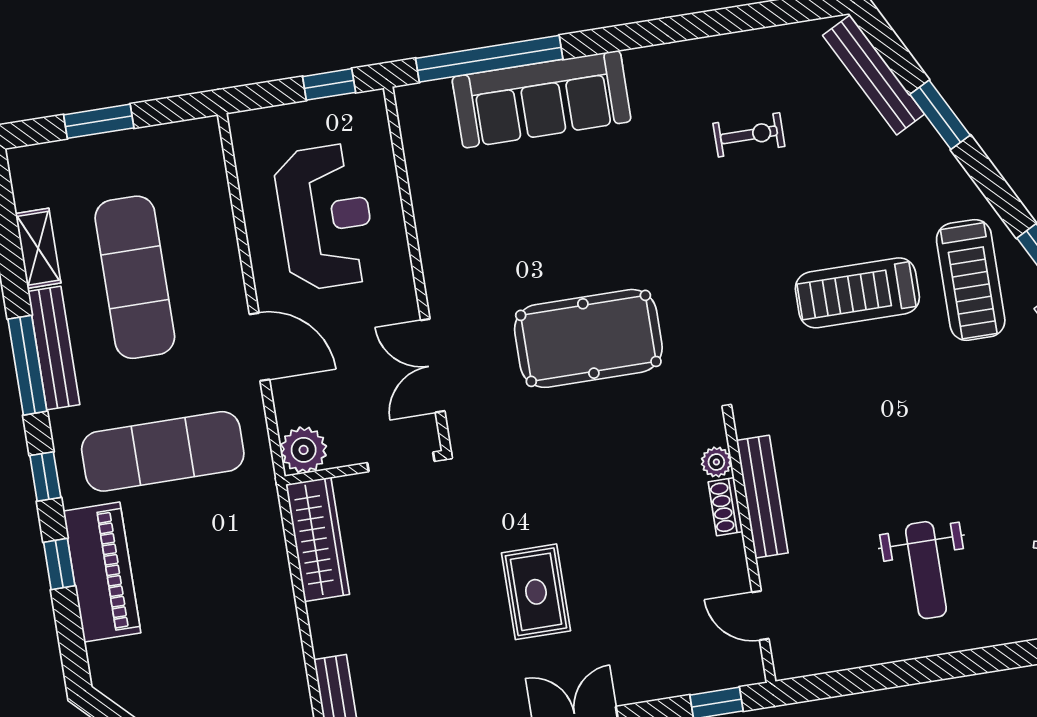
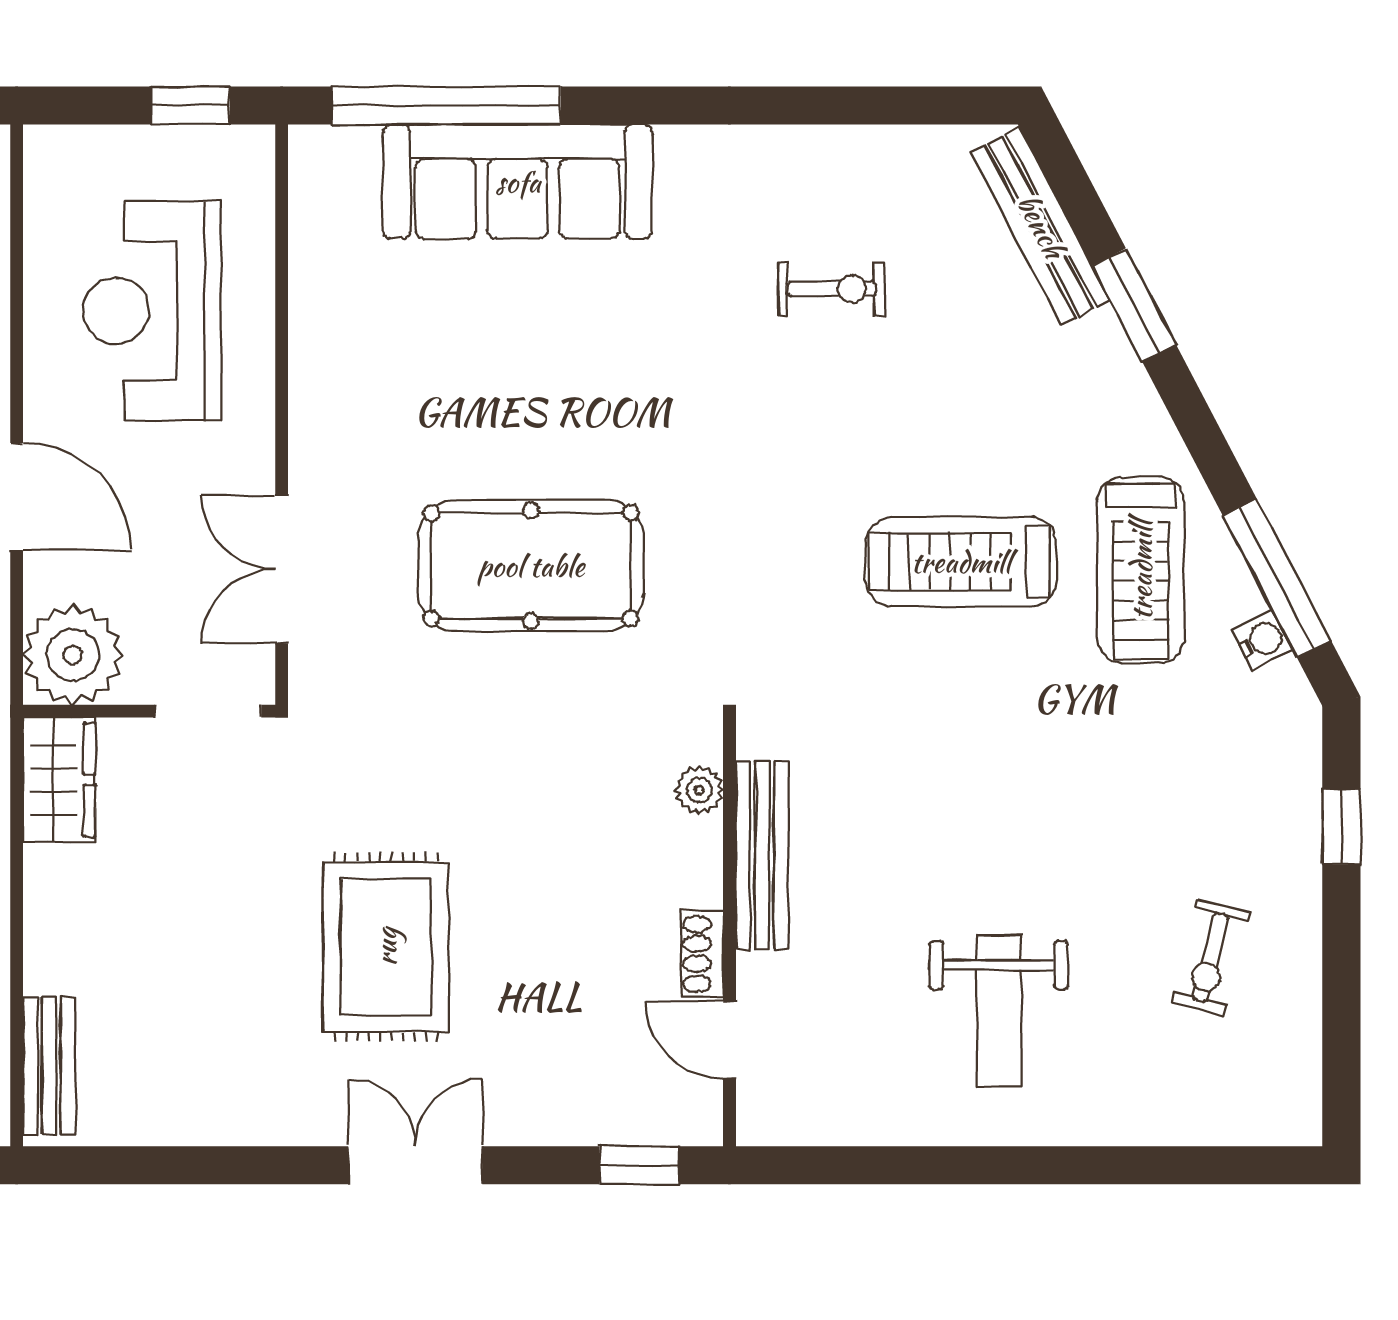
reception desk: (325, 217) -> (152, 311), turned 180
plant: (304, 450) -> (73, 655), width x1.36, depth x1.36
shoe rack: (725, 507) -> (702, 954), moved
wardrobe: (318, 539) -> (59, 780), width x0.67
rug: (536, 592) -> (386, 947), width x1.36, depth x1.43

